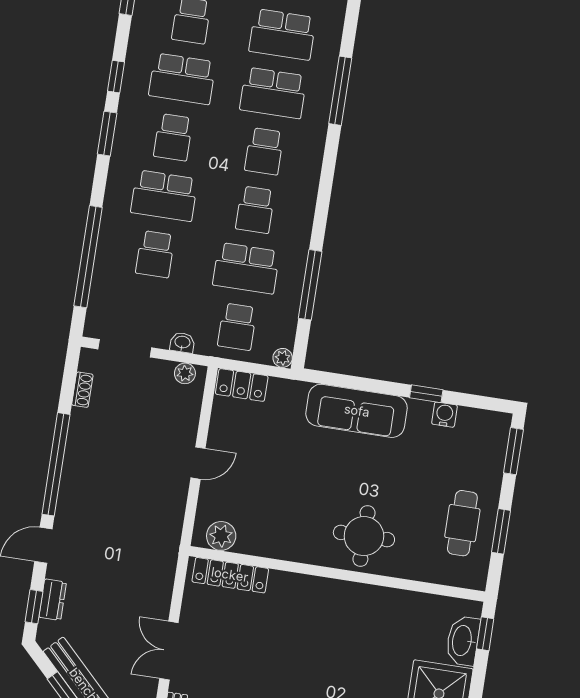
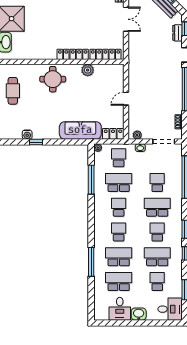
sofa: (357, 411) -> (80, 130), moved
plant: (221, 536) -> (88, 70), moved
locker: (308, 587) -> (73, 54), added

